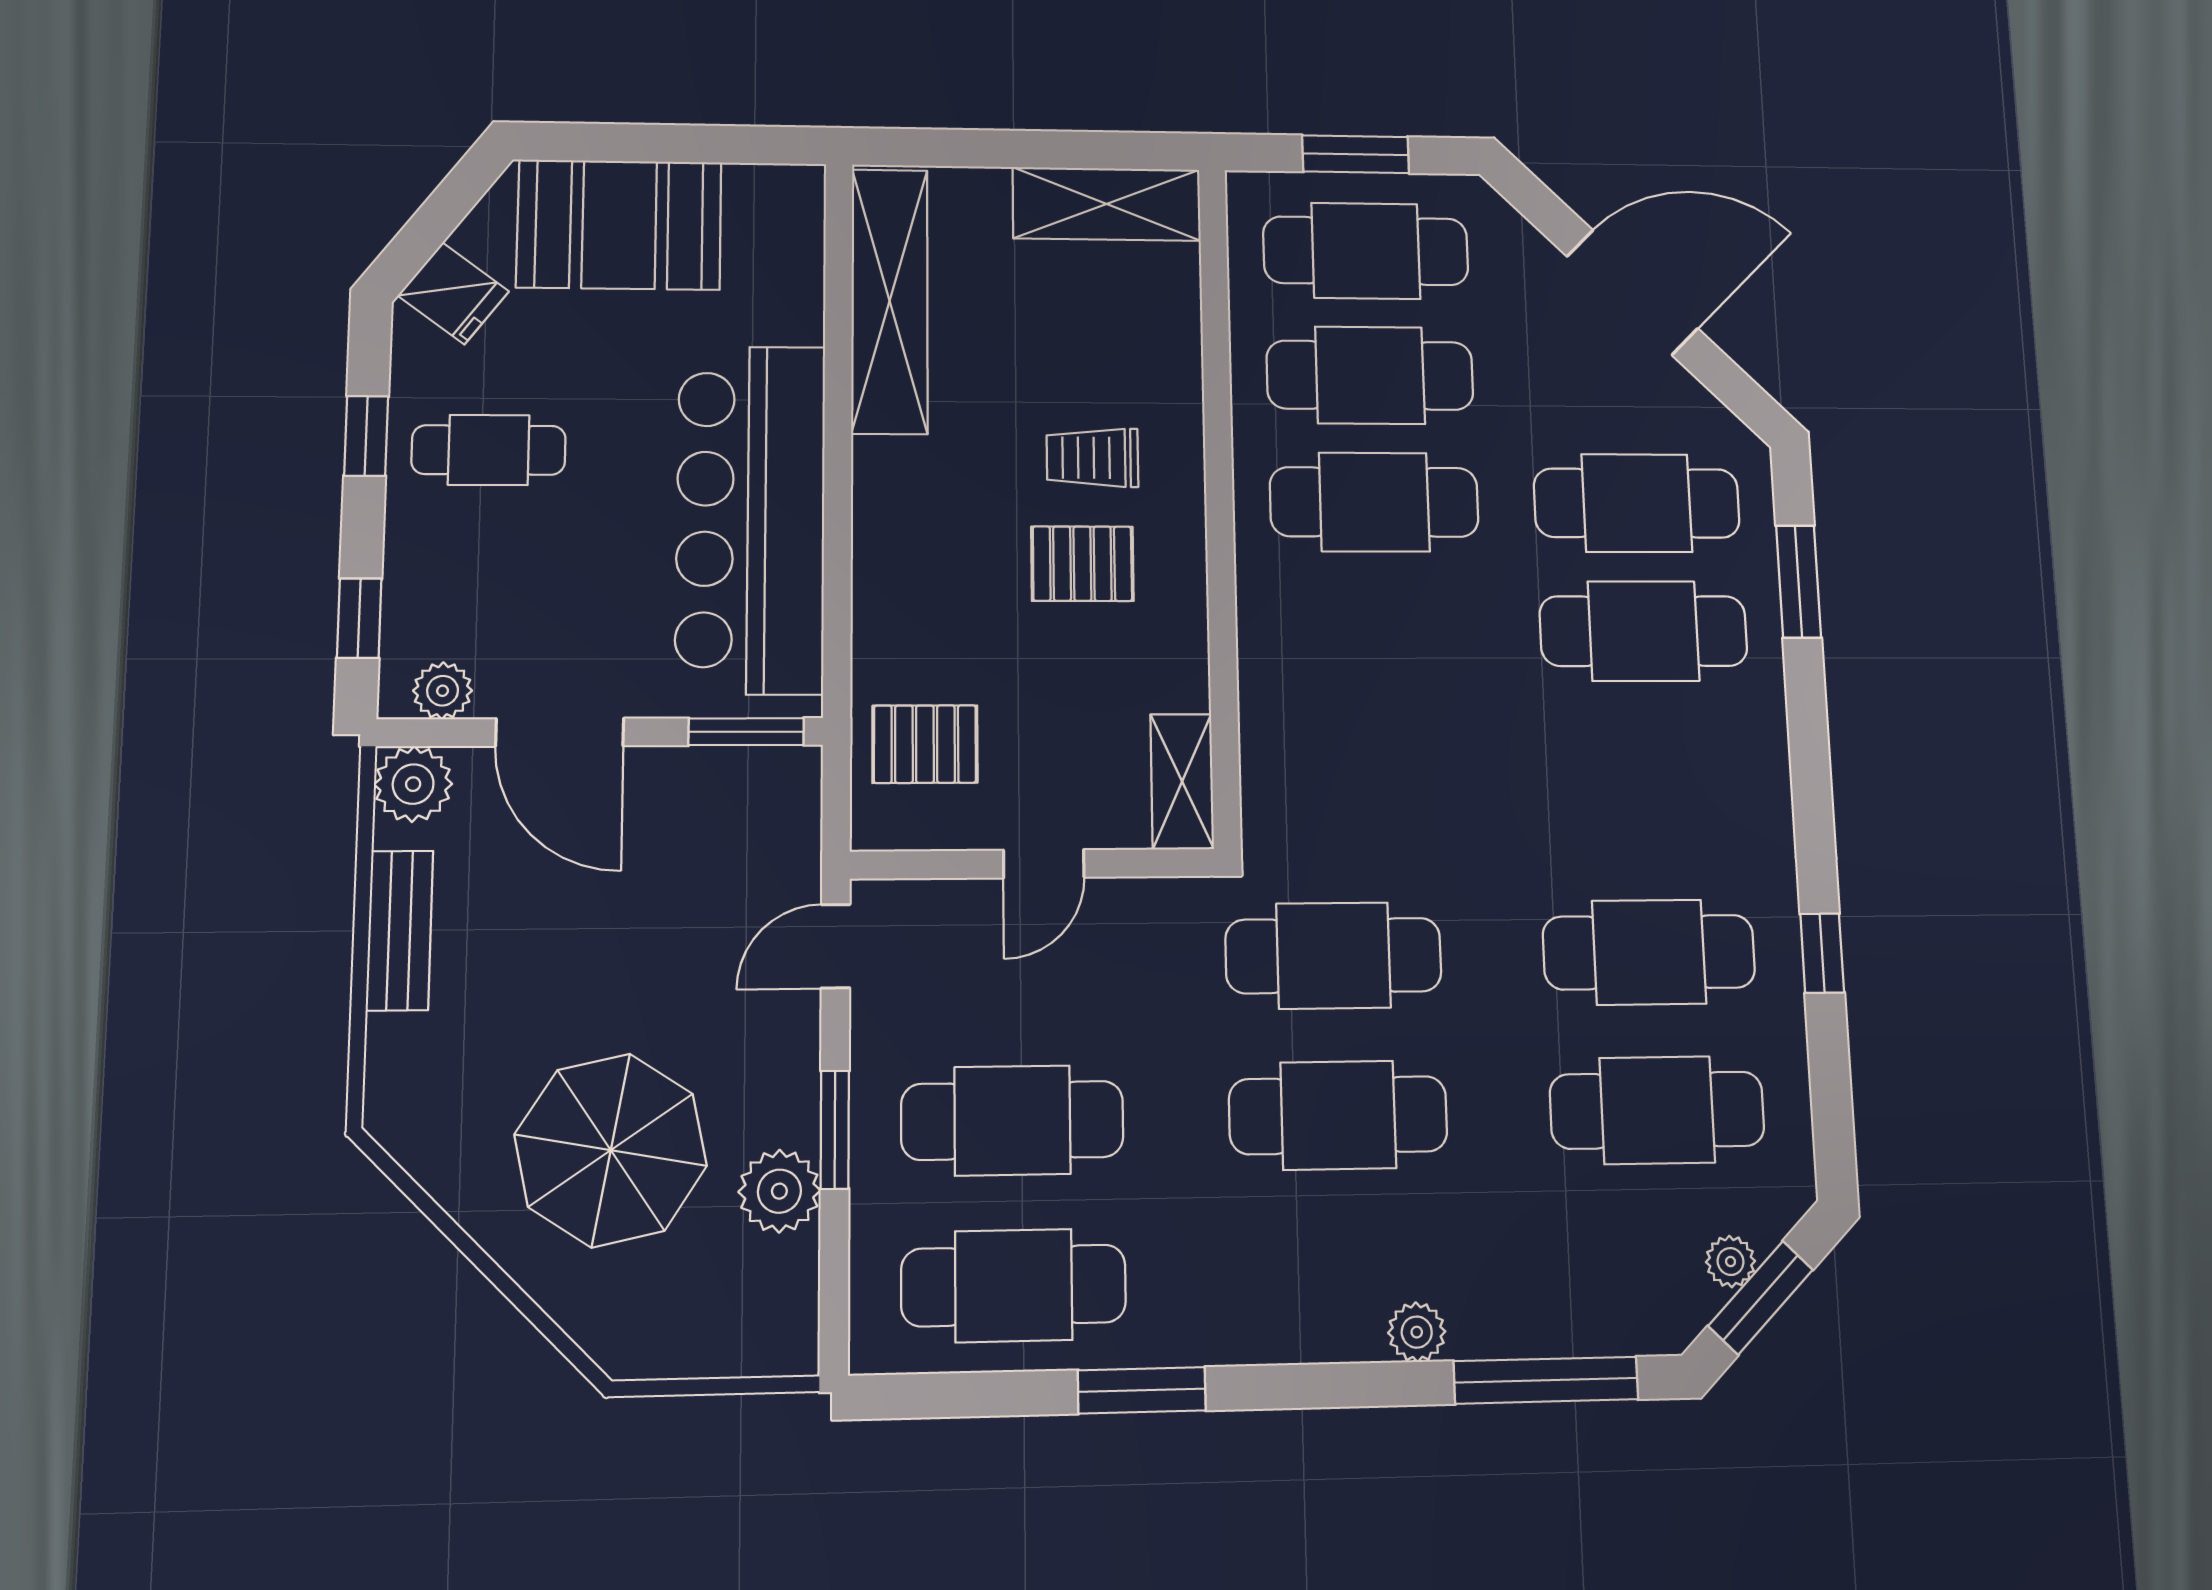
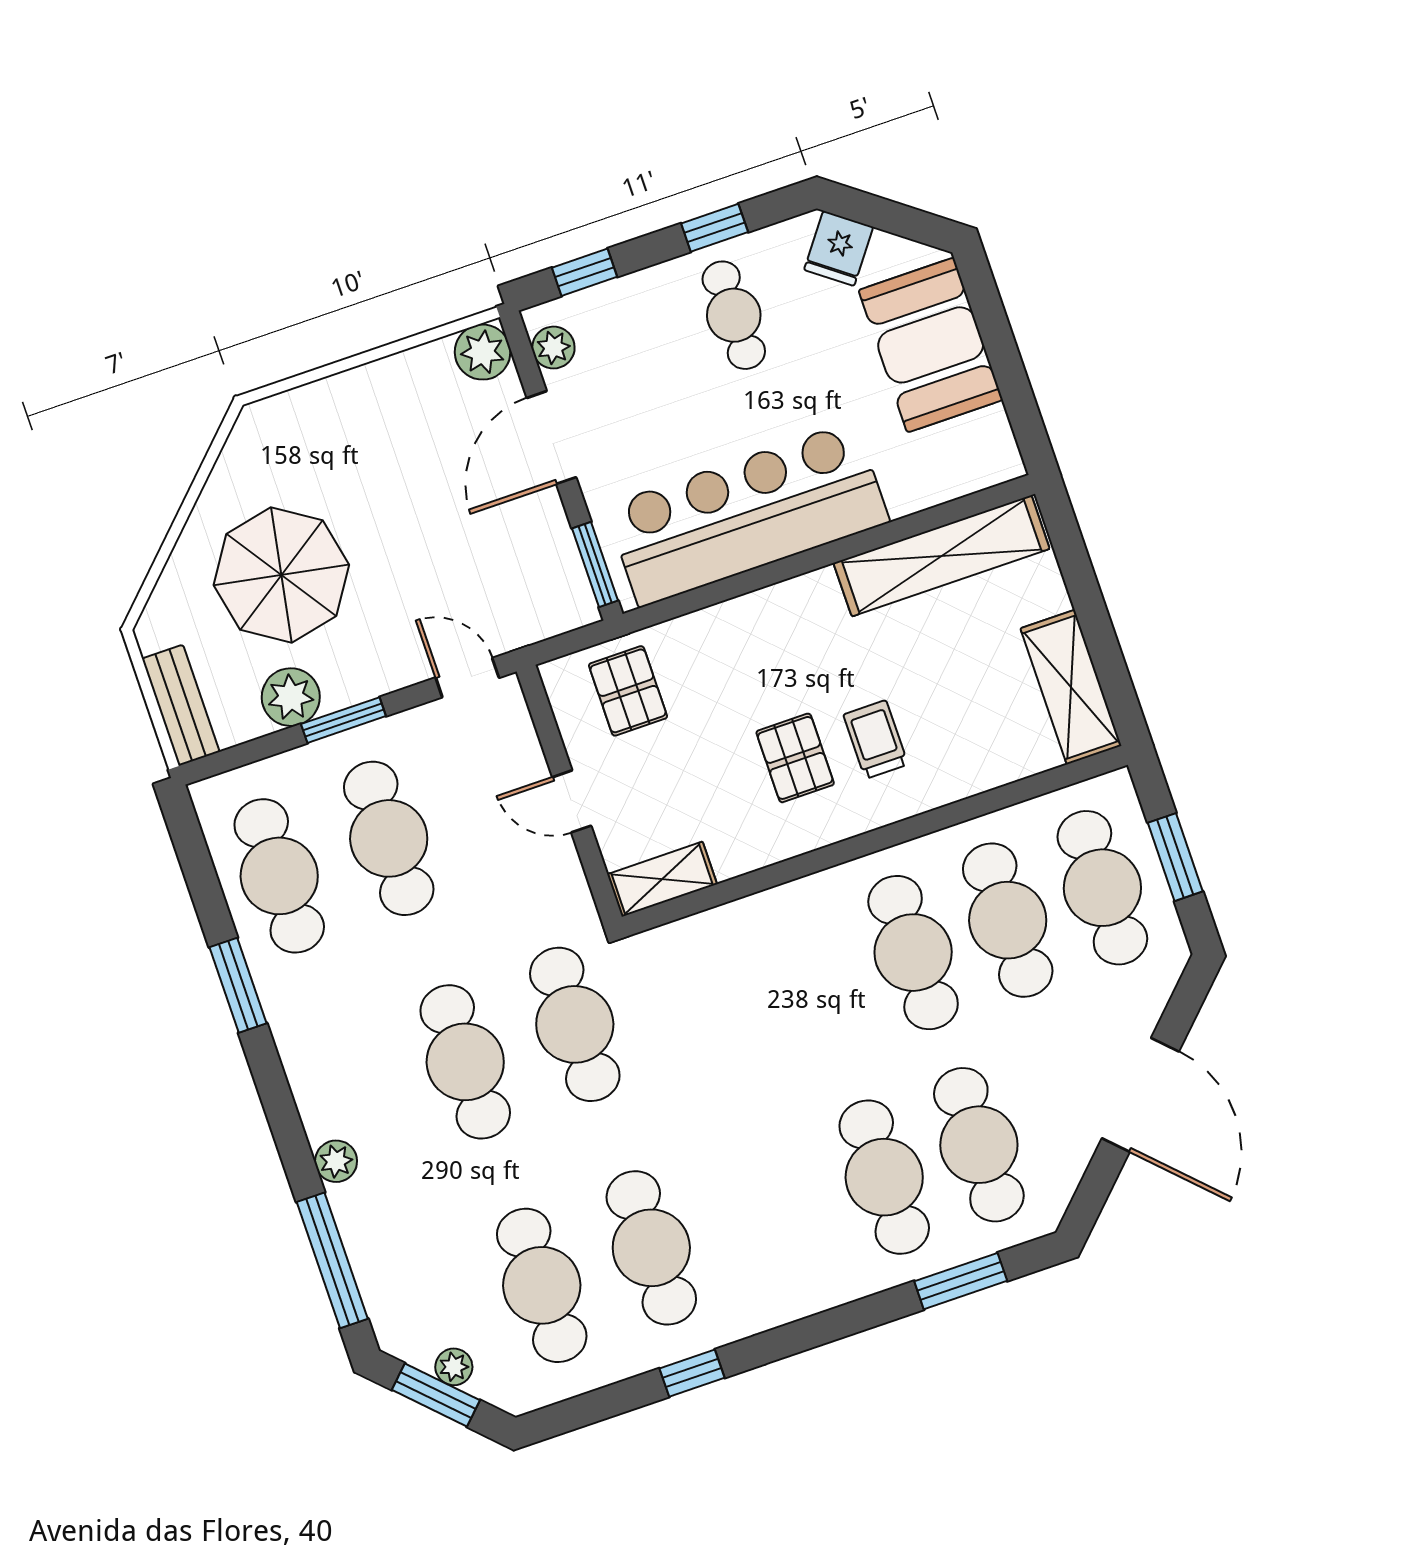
bench: (400, 930) -> (181, 705), moved, turned 90

